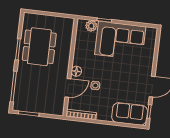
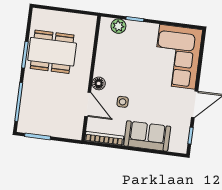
corner sofa: (120, 41) -> (177, 57), moved, turned 90
dining table: (39, 47) -> (52, 52), turned 90
door: (68, 88) -> (88, 104), hinge flipped
sofa: (130, 114) -> (147, 136), moved

